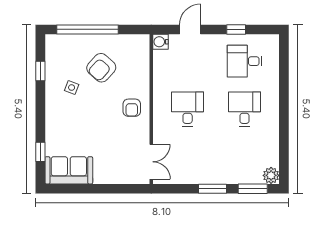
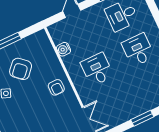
water cooler: (160, 42) -> (64, 49), moved

